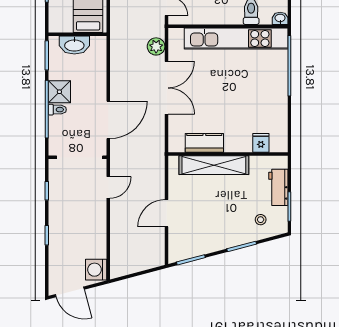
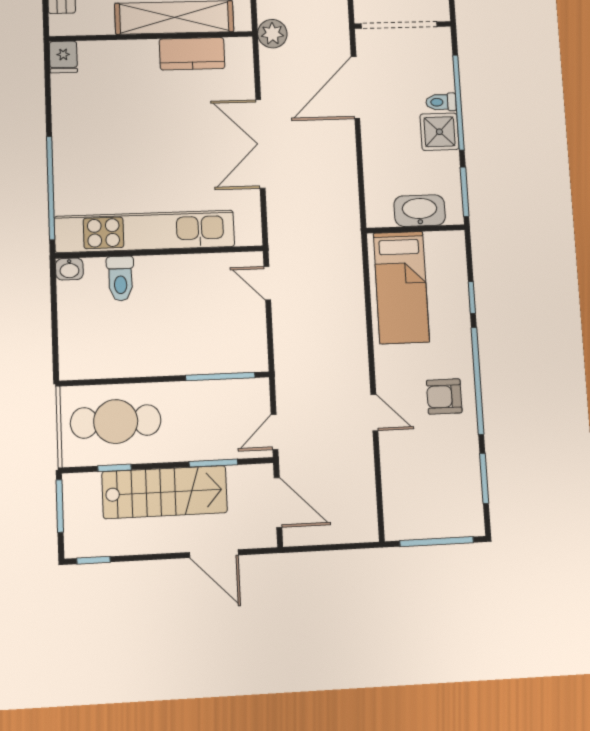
plant: (156, 46) -> (272, 34), moved
fridge: (261, 143) -> (63, 57), moved

